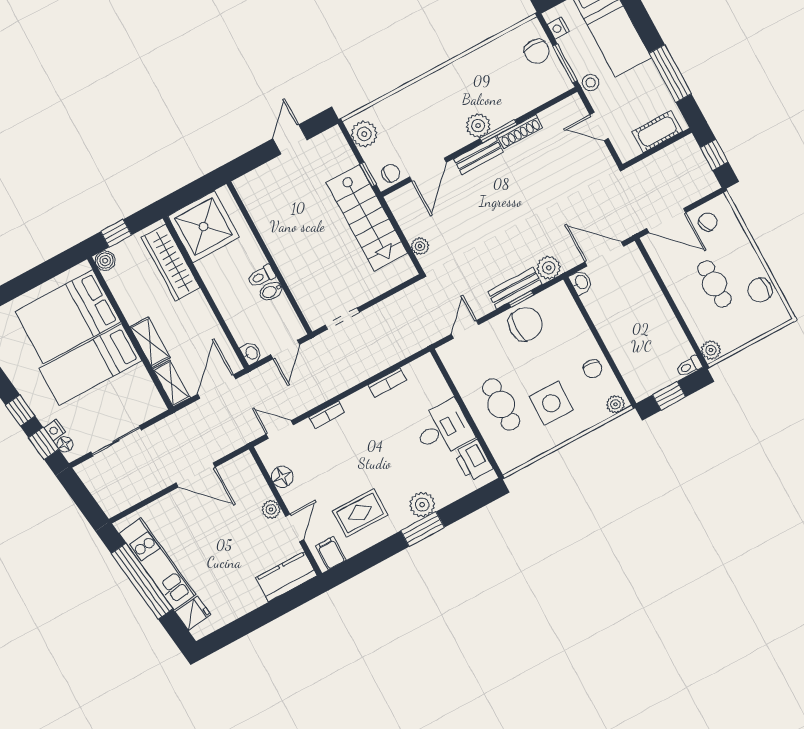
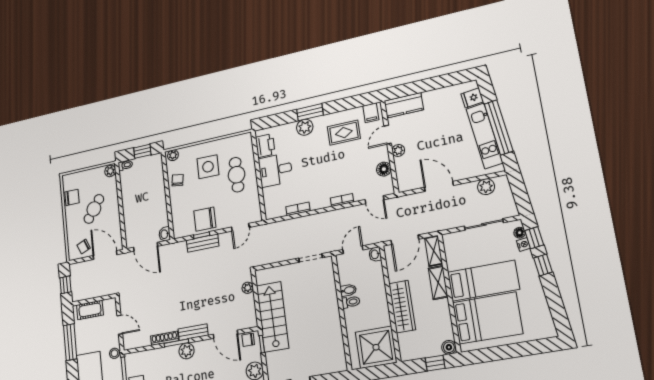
door: (428, 170) -> (225, 334), swing flipped
wardrobe: (171, 263) -> (402, 307), moved
plant: (549, 268) -> (486, 187), moved
cafe table: (715, 284) -> (94, 209), turned 36

